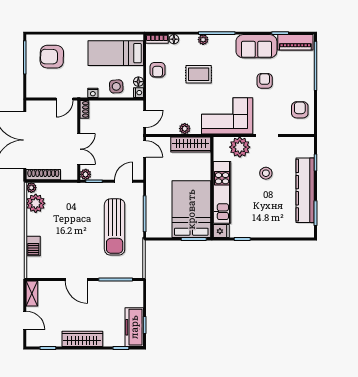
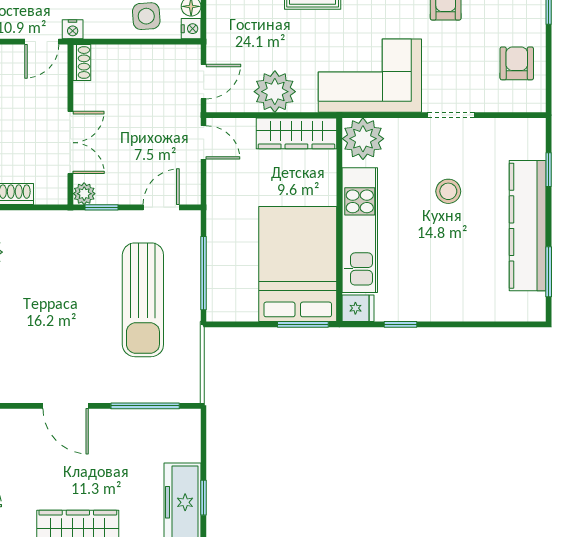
nightstand: (93, 93) -> (73, 29), moved
plant: (185, 129) -> (275, 92), width x1.88, depth x1.88
plant: (240, 147) -> (363, 139), moved

